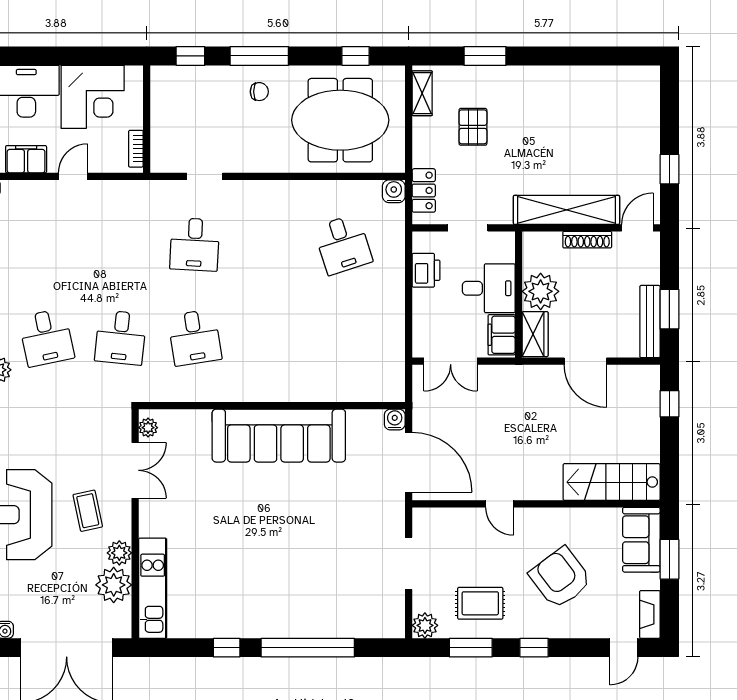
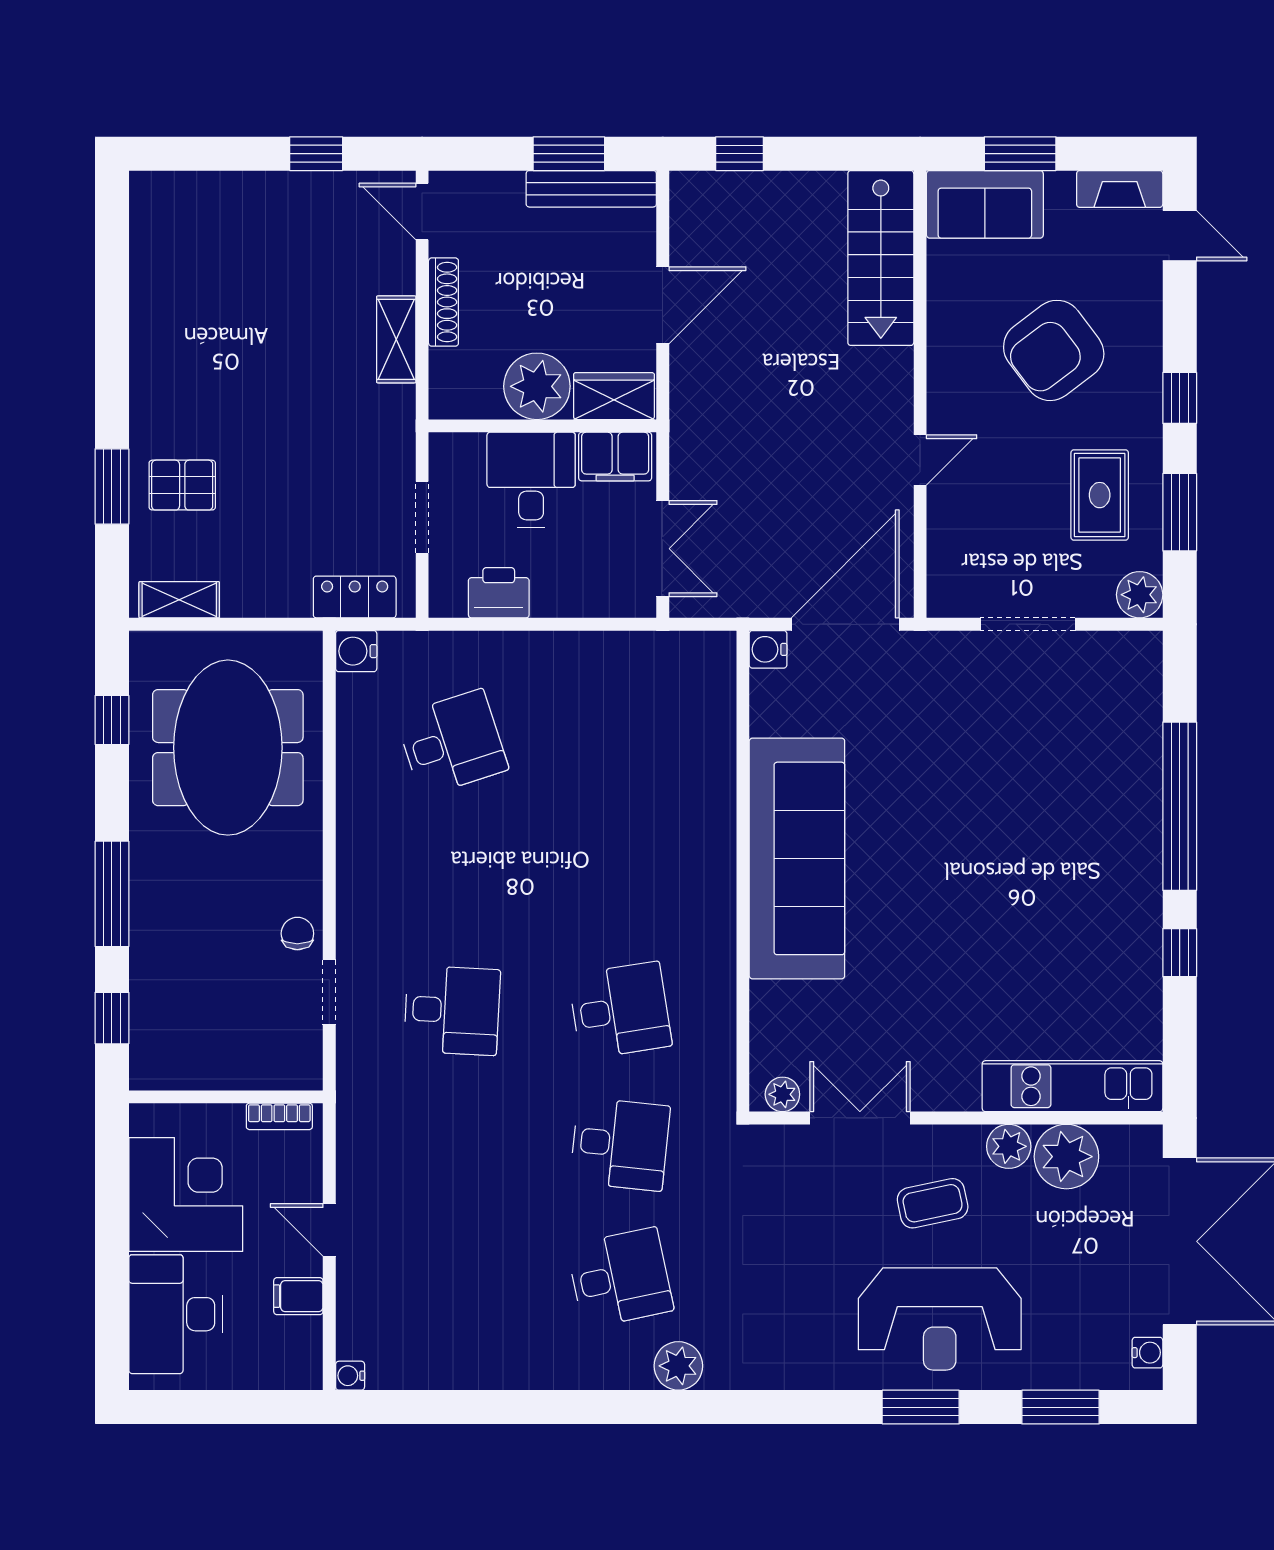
chair: (259, 92) -> (297, 933), moved
pallet: (473, 127) -> (182, 485), moved
filing cabinet: (26, 159) -> (298, 1296), width x0.50
shelving: (566, 210) -> (396, 339), width x0.45, depth x0.75

